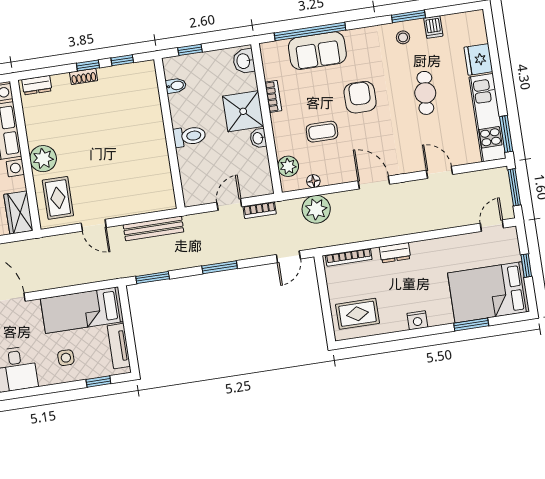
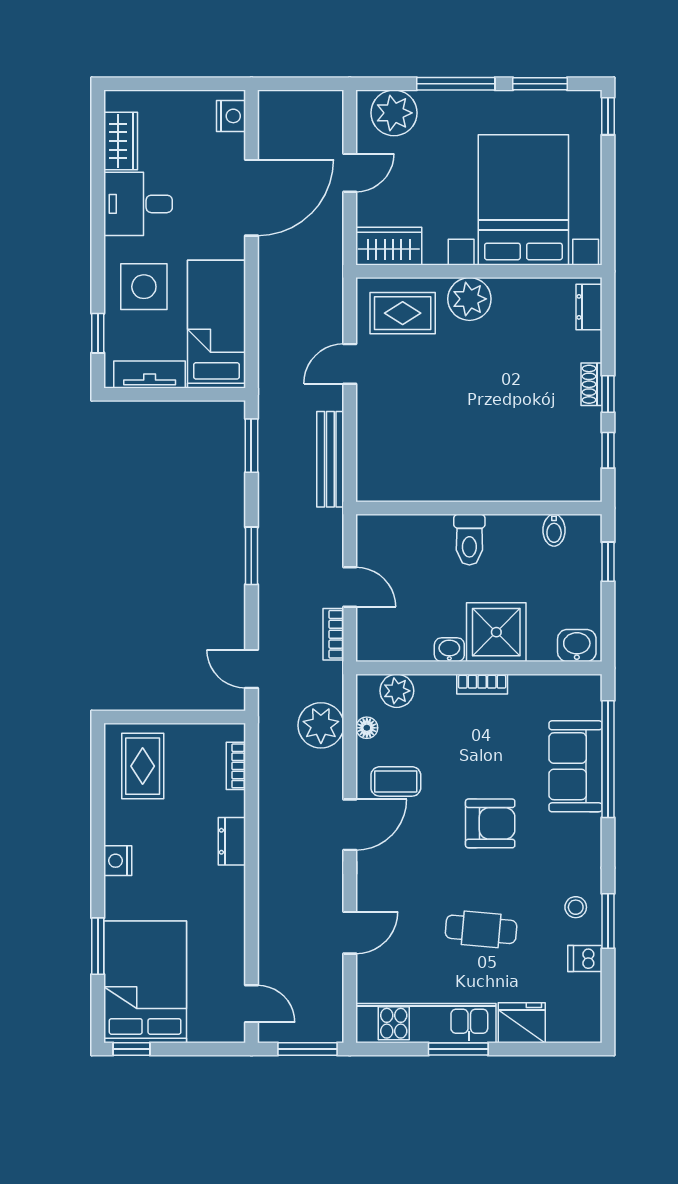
bookcase: (273, 96) -> (482, 684), moved
coffee table: (322, 132) -> (396, 781), moved, turned 90
window: (506, 134) -> (458, 1049), moved
bookcase: (349, 257) -> (236, 766), width x0.64
window: (526, 266) -> (132, 1049), moved
side table: (66, 358) -> (144, 287), width x1.87, depth x1.87

